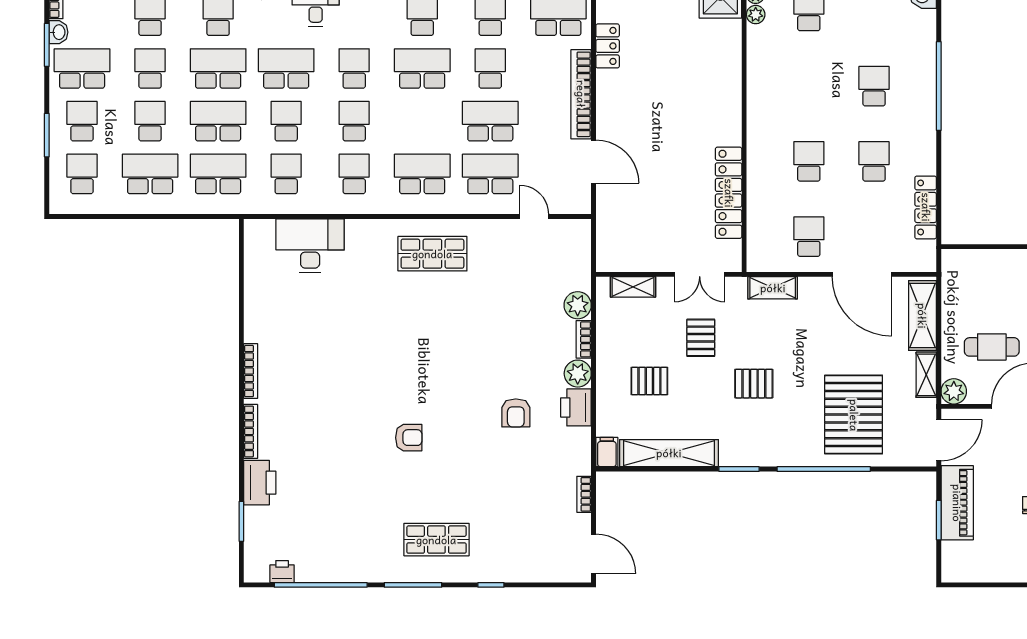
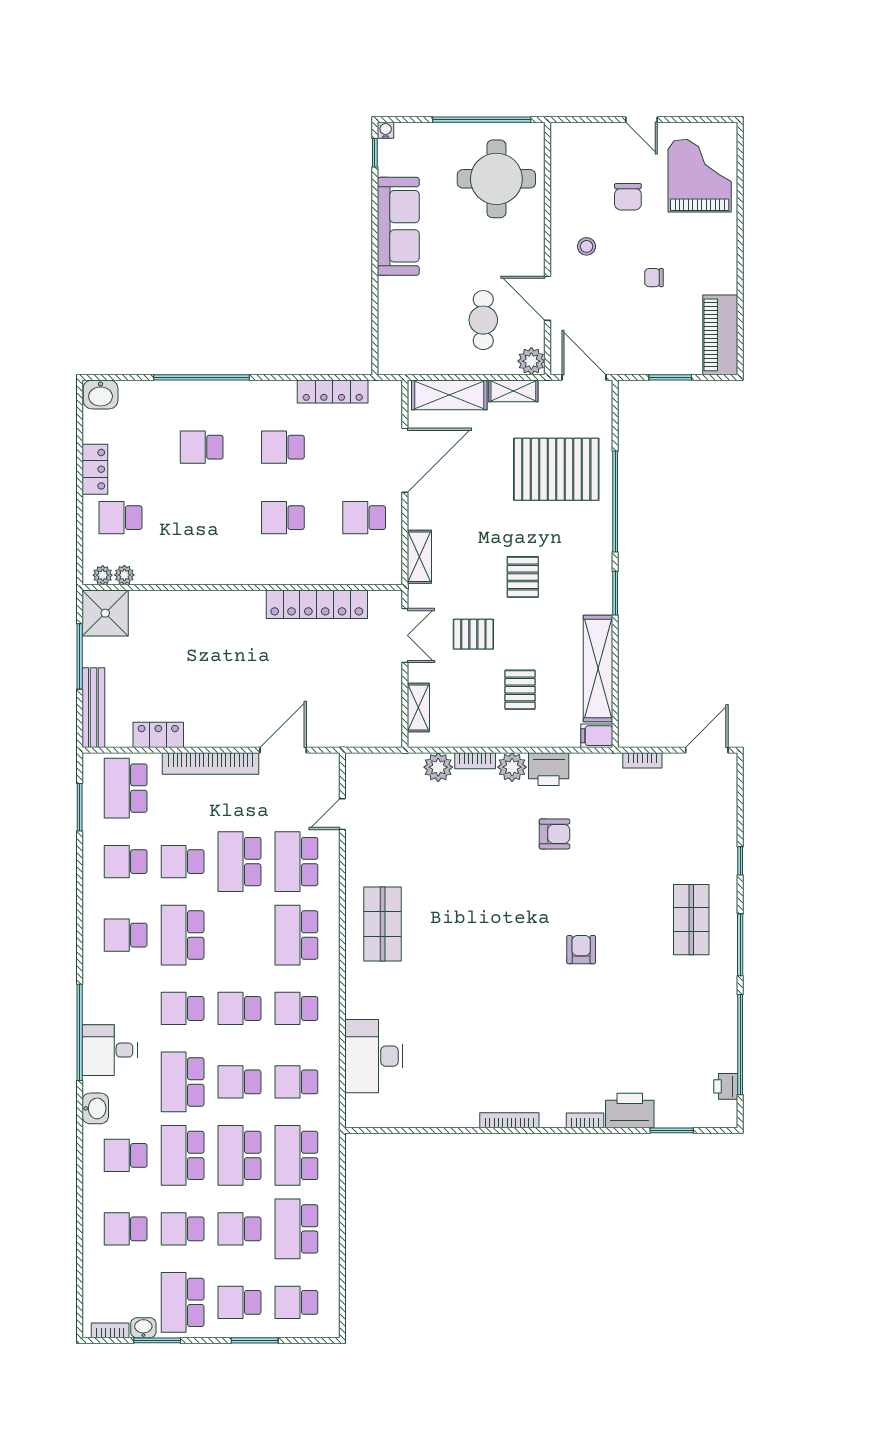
bookcase: (251, 431) -> (585, 1120), width x0.64
piano: (957, 503) -> (720, 335), moved, turned -90

